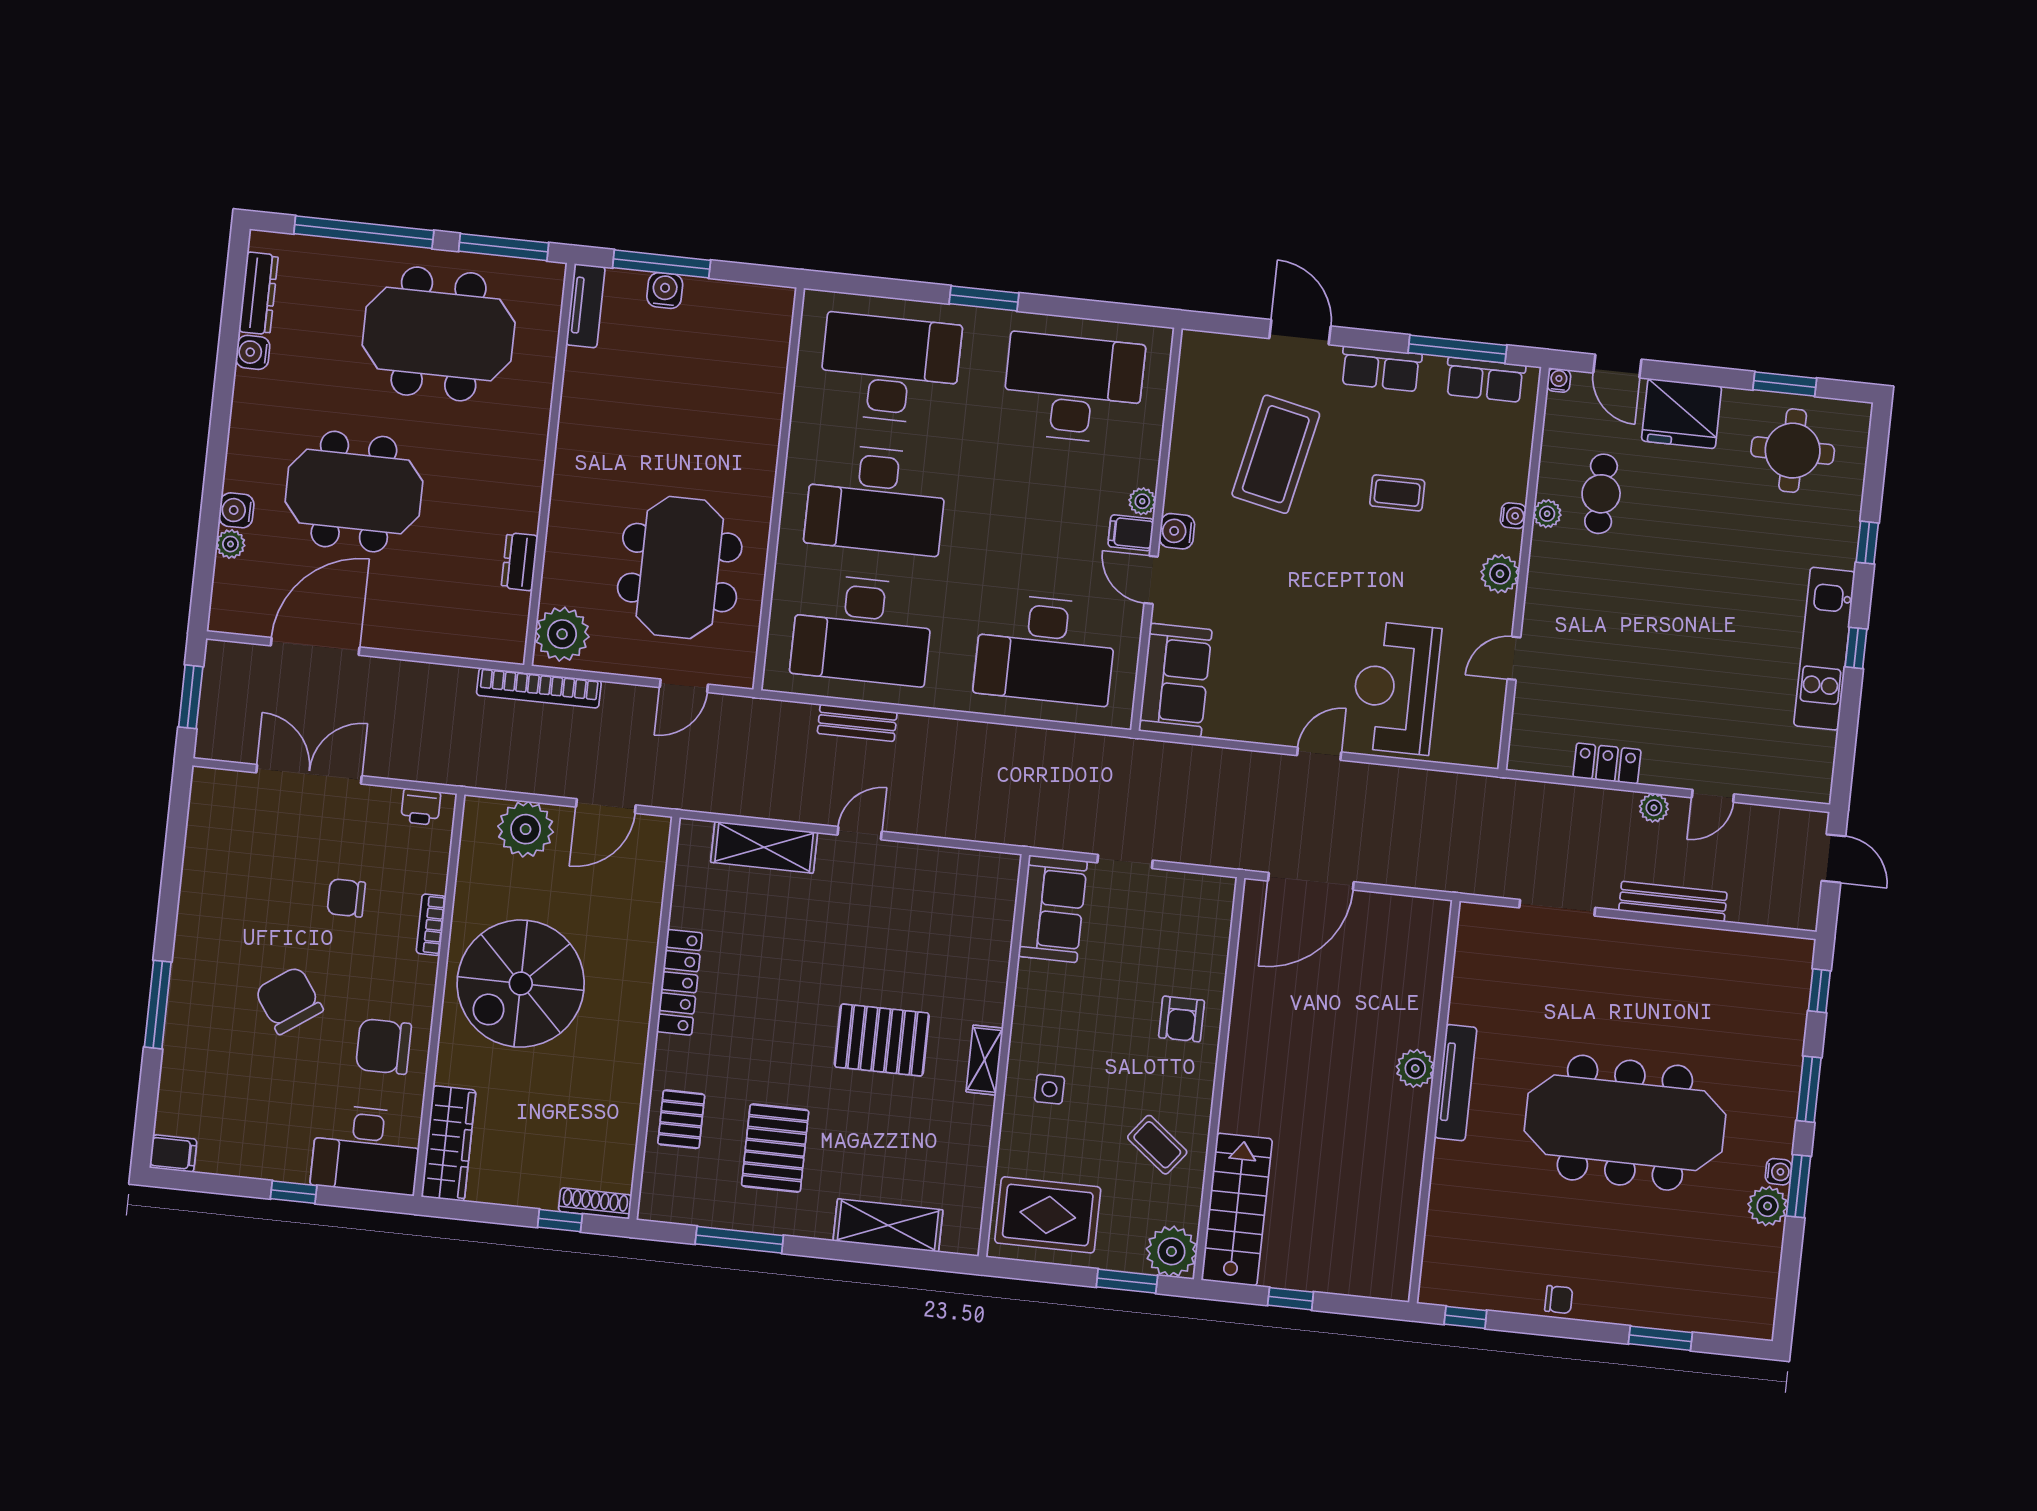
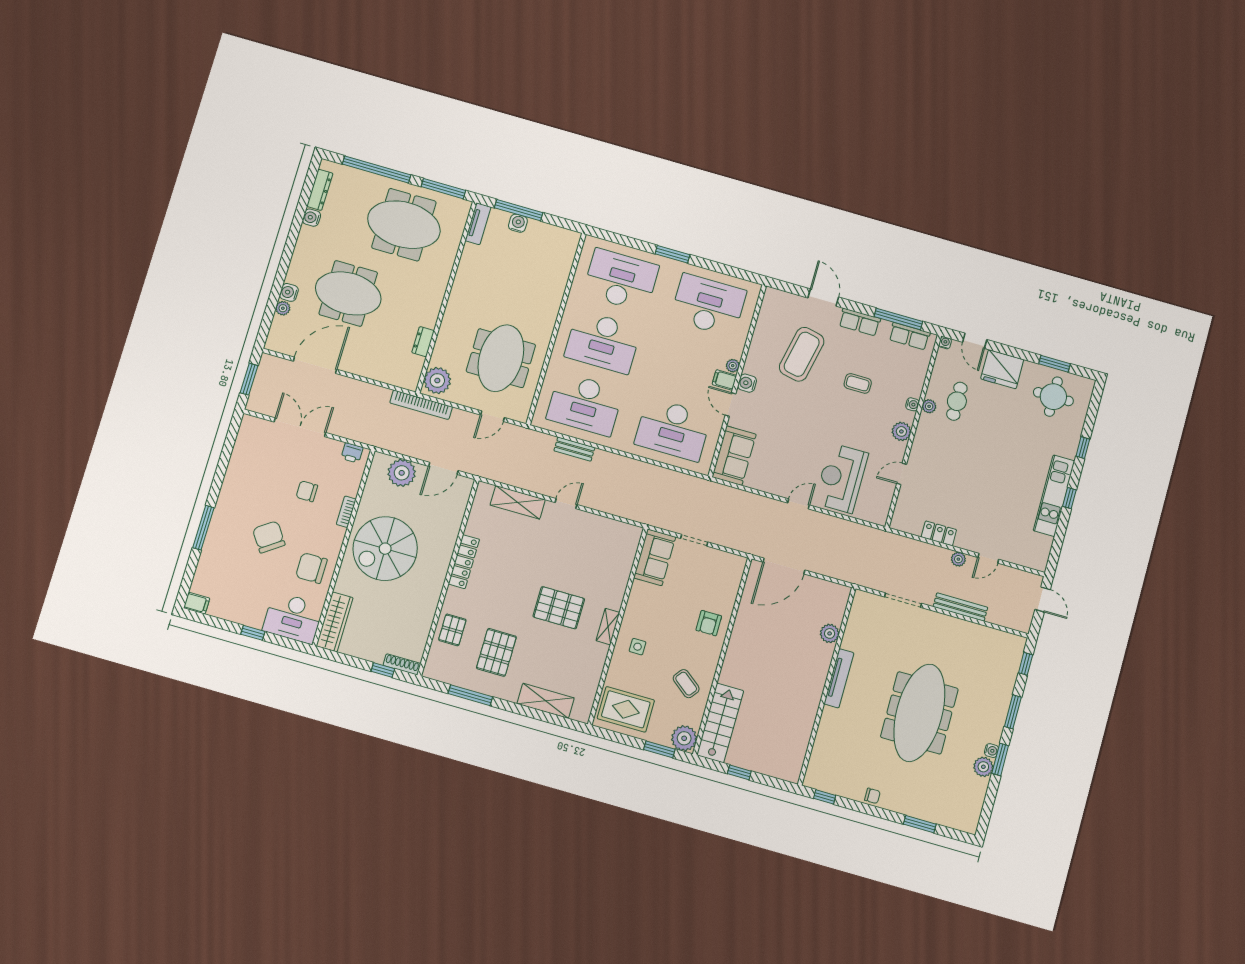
plant: (1415, 1068) -> (830, 633), moved
meeting table: (1625, 1123) -> (919, 713), turned 90

